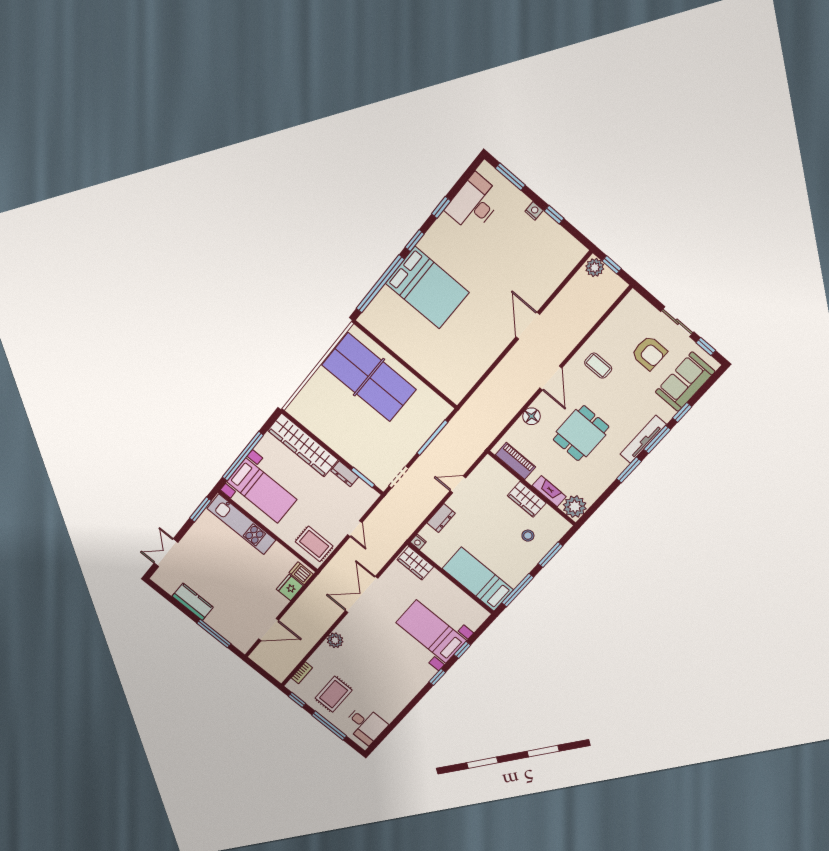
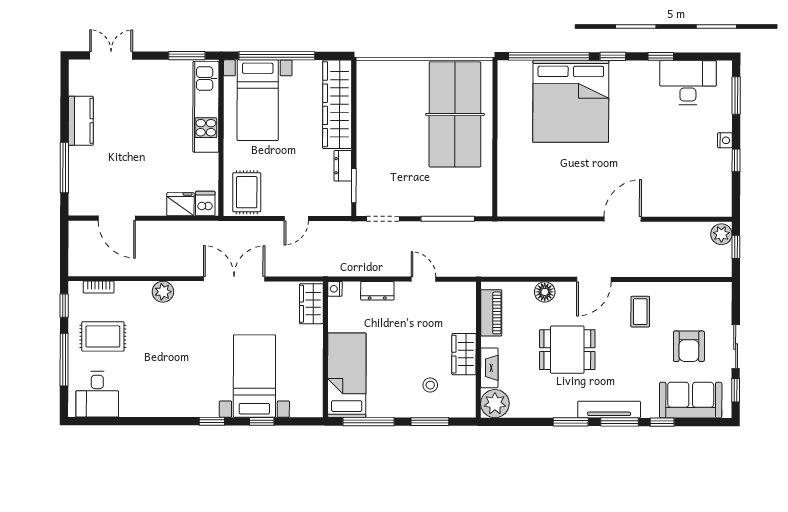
bed: (427, 288) -> (571, 101), width x1.36

